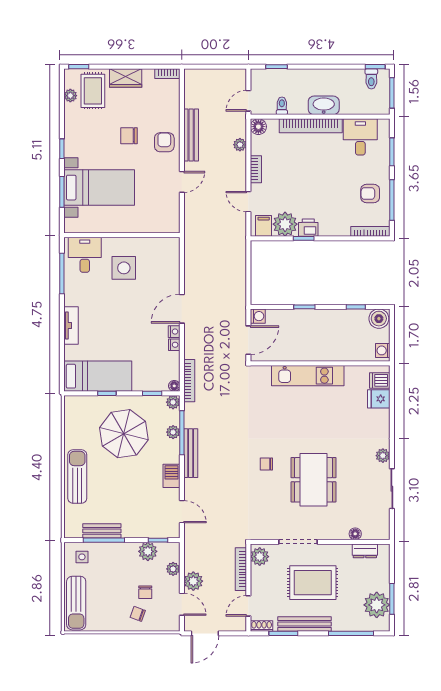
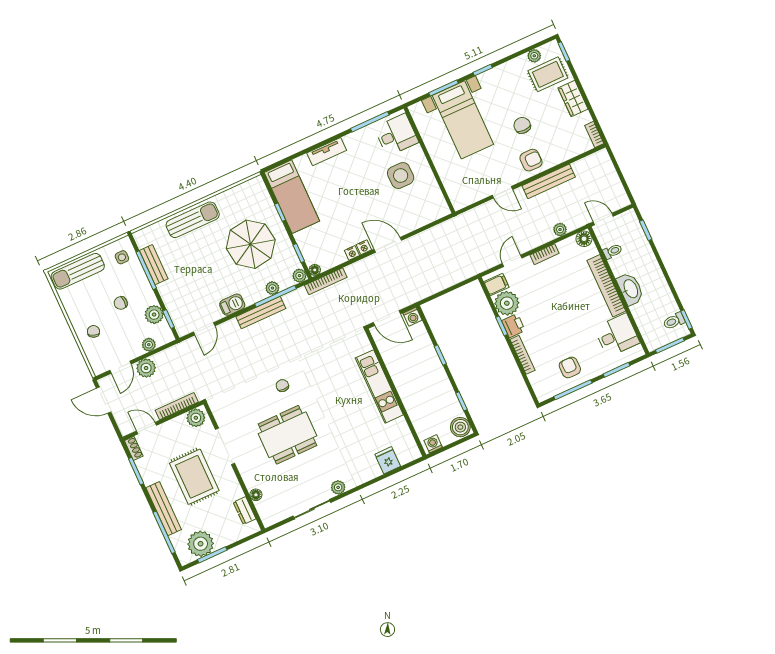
bookcase: (370, 231) -> (523, 355), moved
dishwasher: (380, 380) -> (405, 453), removed
chair: (145, 592) -> (121, 303), moved
bench: (305, 624) -> (164, 509), moved

